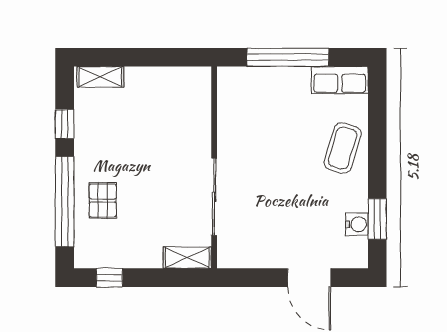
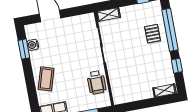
wheelchair: (239, 121) -> (97, 82), added

